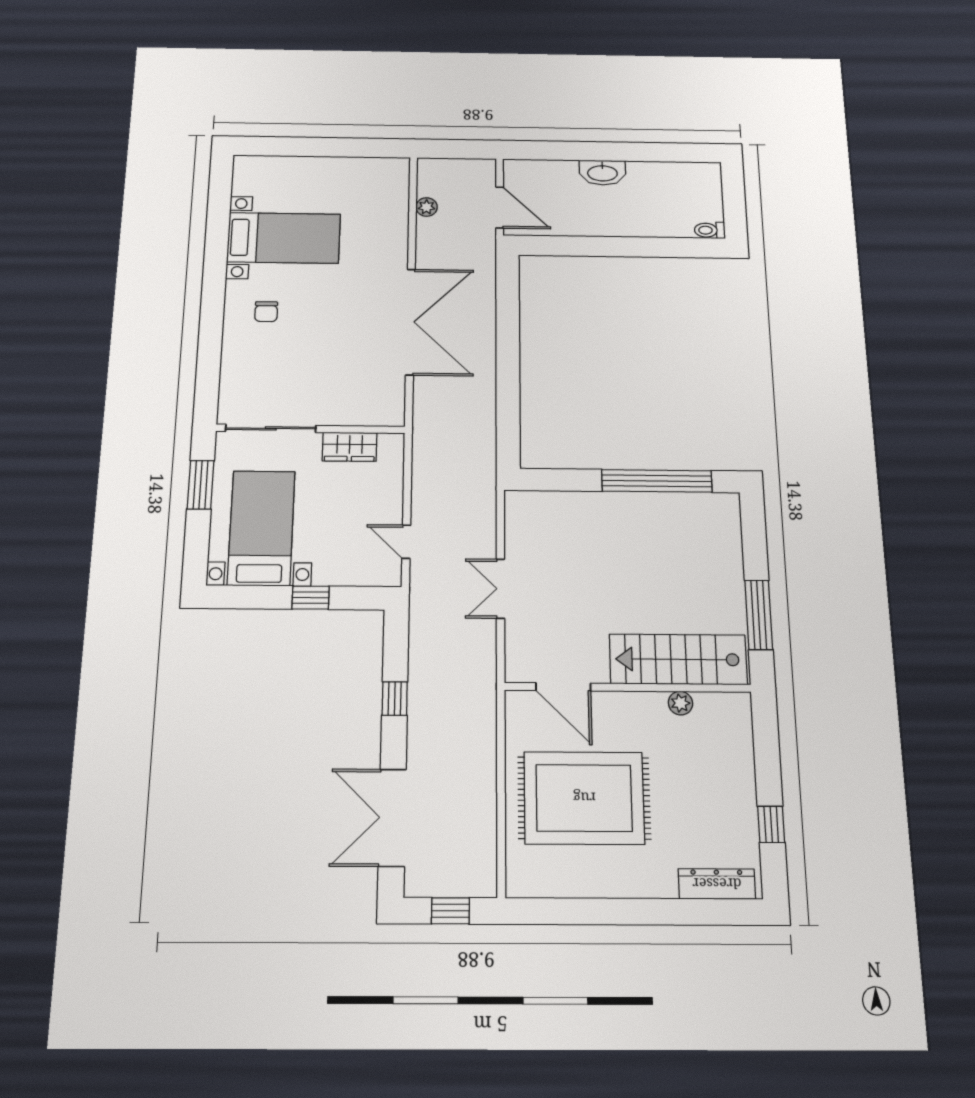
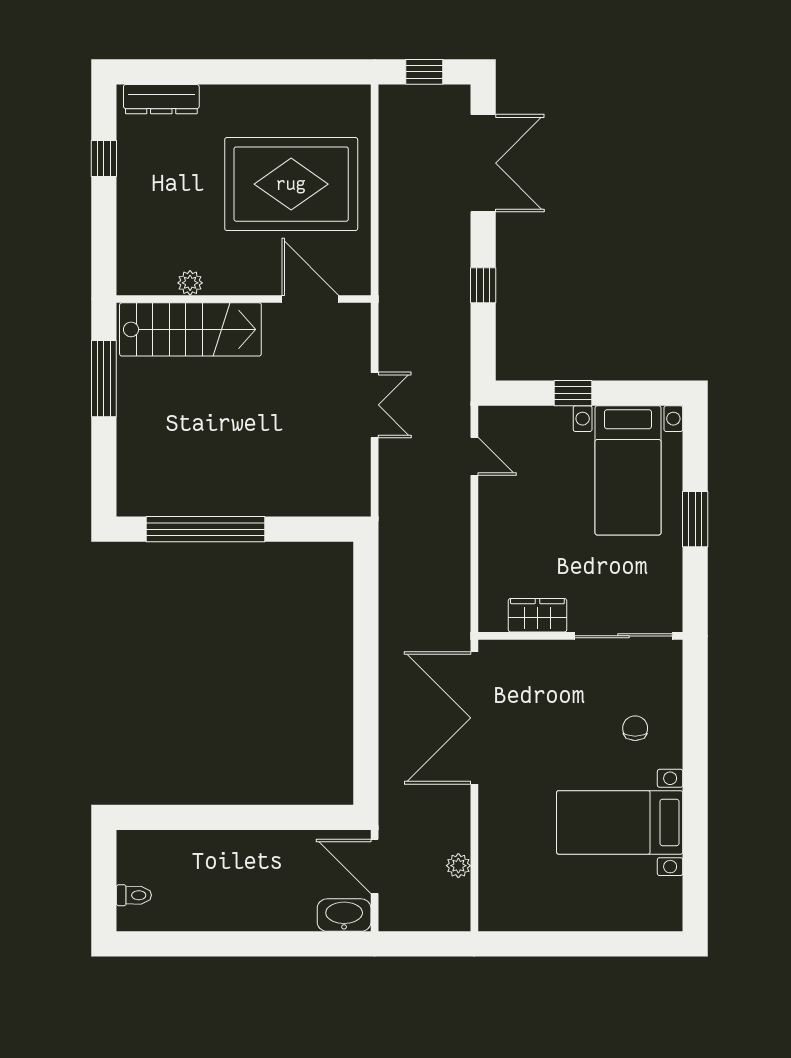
washbasin: (602, 173) -> (344, 915), moved
toilet: (710, 230) -> (134, 895), moved
sliding door: (271, 428) -> (623, 636), moved
wall: (311, 429) -> (580, 636), moved
wardrobe: (350, 447) -> (537, 615), moved

